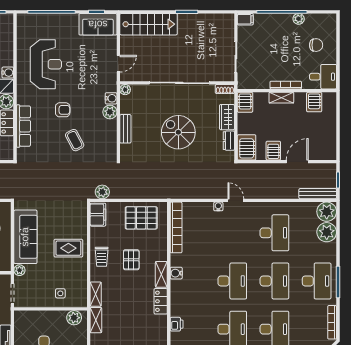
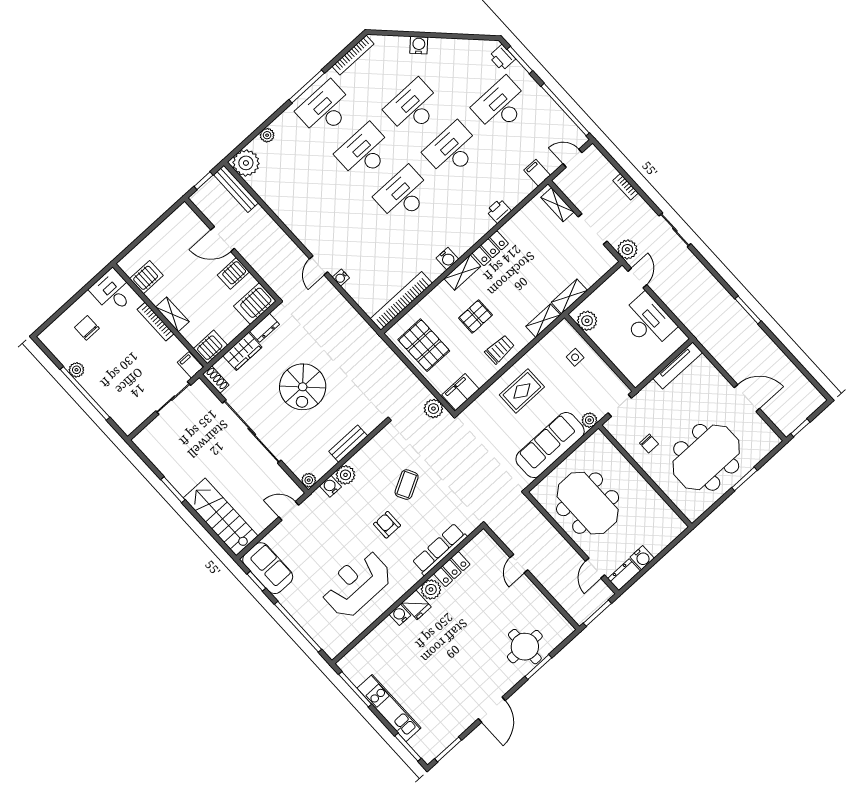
filing cabinet: (245, 19) -> (190, 365), moved
plant: (327, 232) -> (267, 135), width x0.53, depth x0.53
desk: (274, 233) -> (316, 196), removed
rug: (68, 248) -> (522, 391), turned 90

